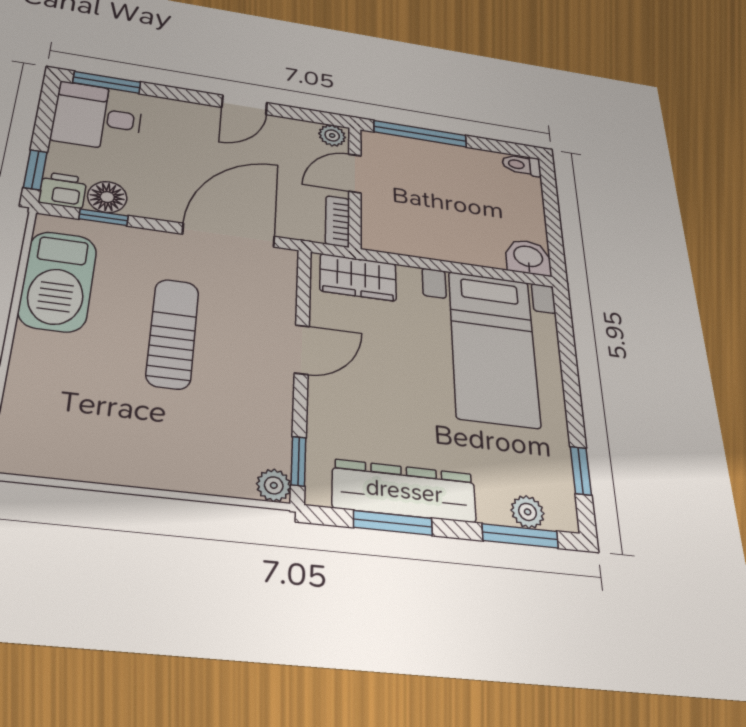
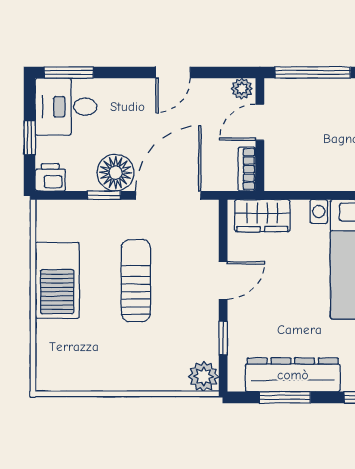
window: (35, 170) -> (30, 137), moved
floor lamp: (107, 197) -> (115, 173), moved, width x1.38, depth x1.38
window: (104, 217) -> (104, 195), moved
barbecue: (58, 281) -> (57, 280), moved
window: (298, 461) -> (223, 338), moved
plant: (274, 485) -> (204, 376), width x1.38, depth x1.38

